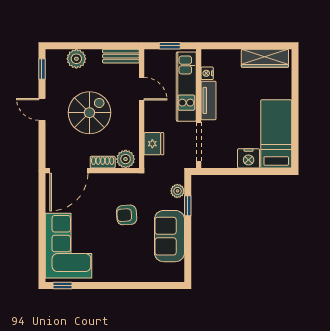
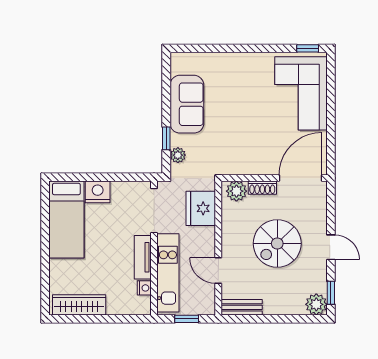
plant: (76, 59) -> (316, 304), moved
fridge: (154, 144) -> (201, 208), width x1.36, depth x1.34
armchair: (127, 215) -> (235, 128), removed

